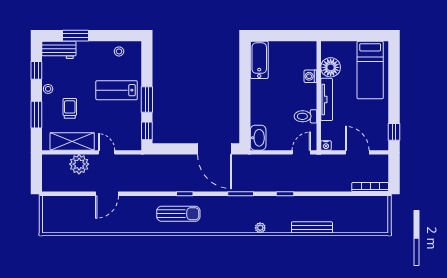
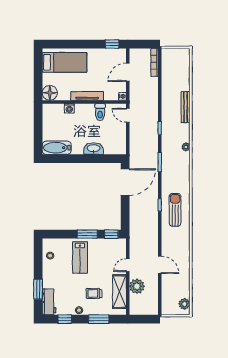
floor lamp: (331, 67) -> (50, 93), moved
washbasin: (258, 138) -> (94, 149), moved
plant: (56, 226) -> (184, 304), added

